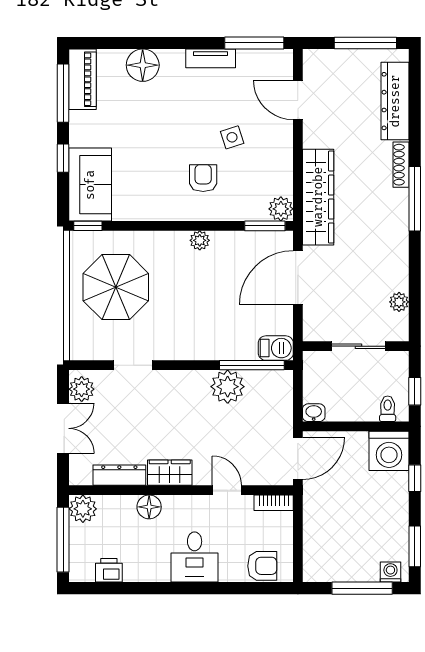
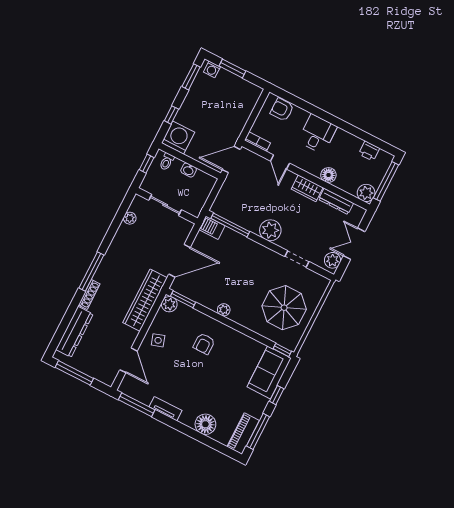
side table: (232, 137) -> (158, 340), moved
plant: (228, 387) -> (270, 230), moved
washbasin: (314, 413) -> (189, 170), moved
window: (362, 588) -> (232, 68), width x0.69

